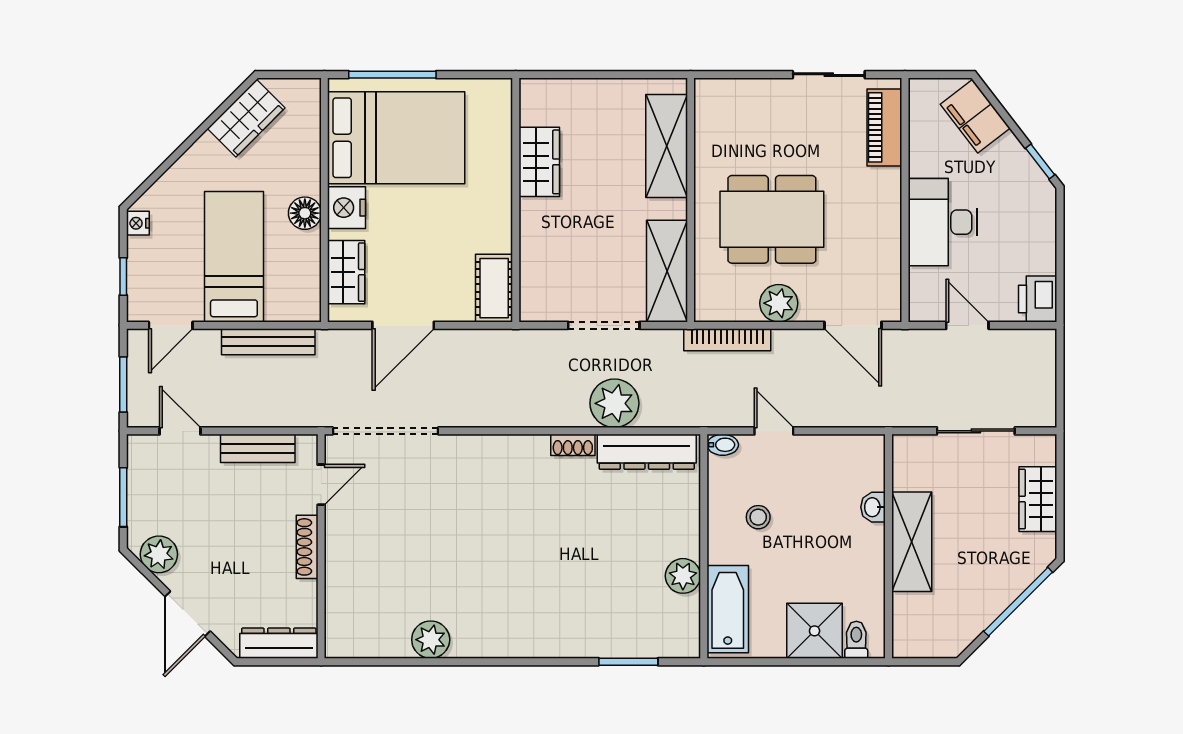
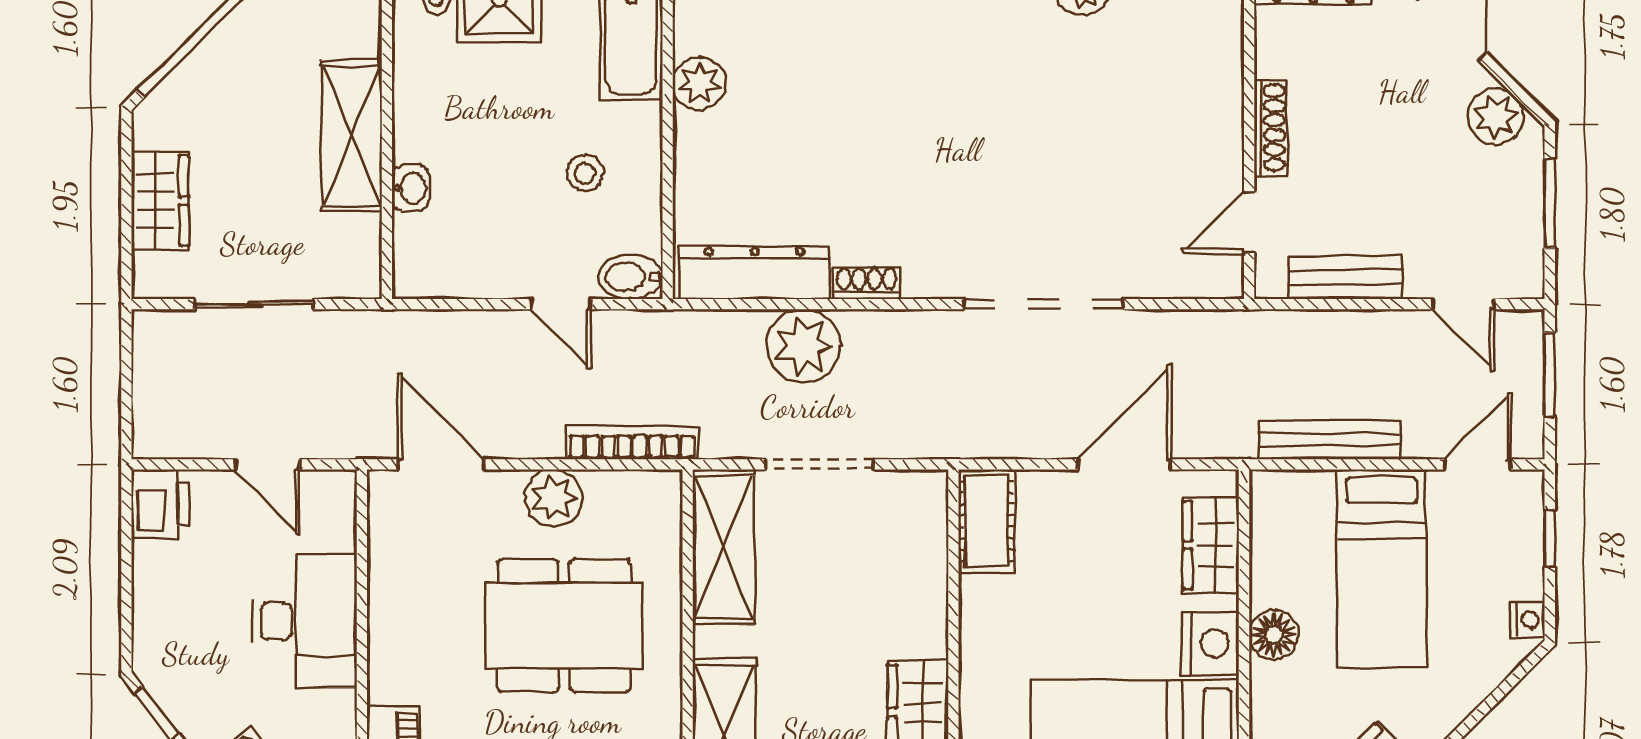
doorway: (385, 431) -> (1044, 304), moved
bidet: (723, 445) -> (630, 277), width x1.38, depth x1.36

